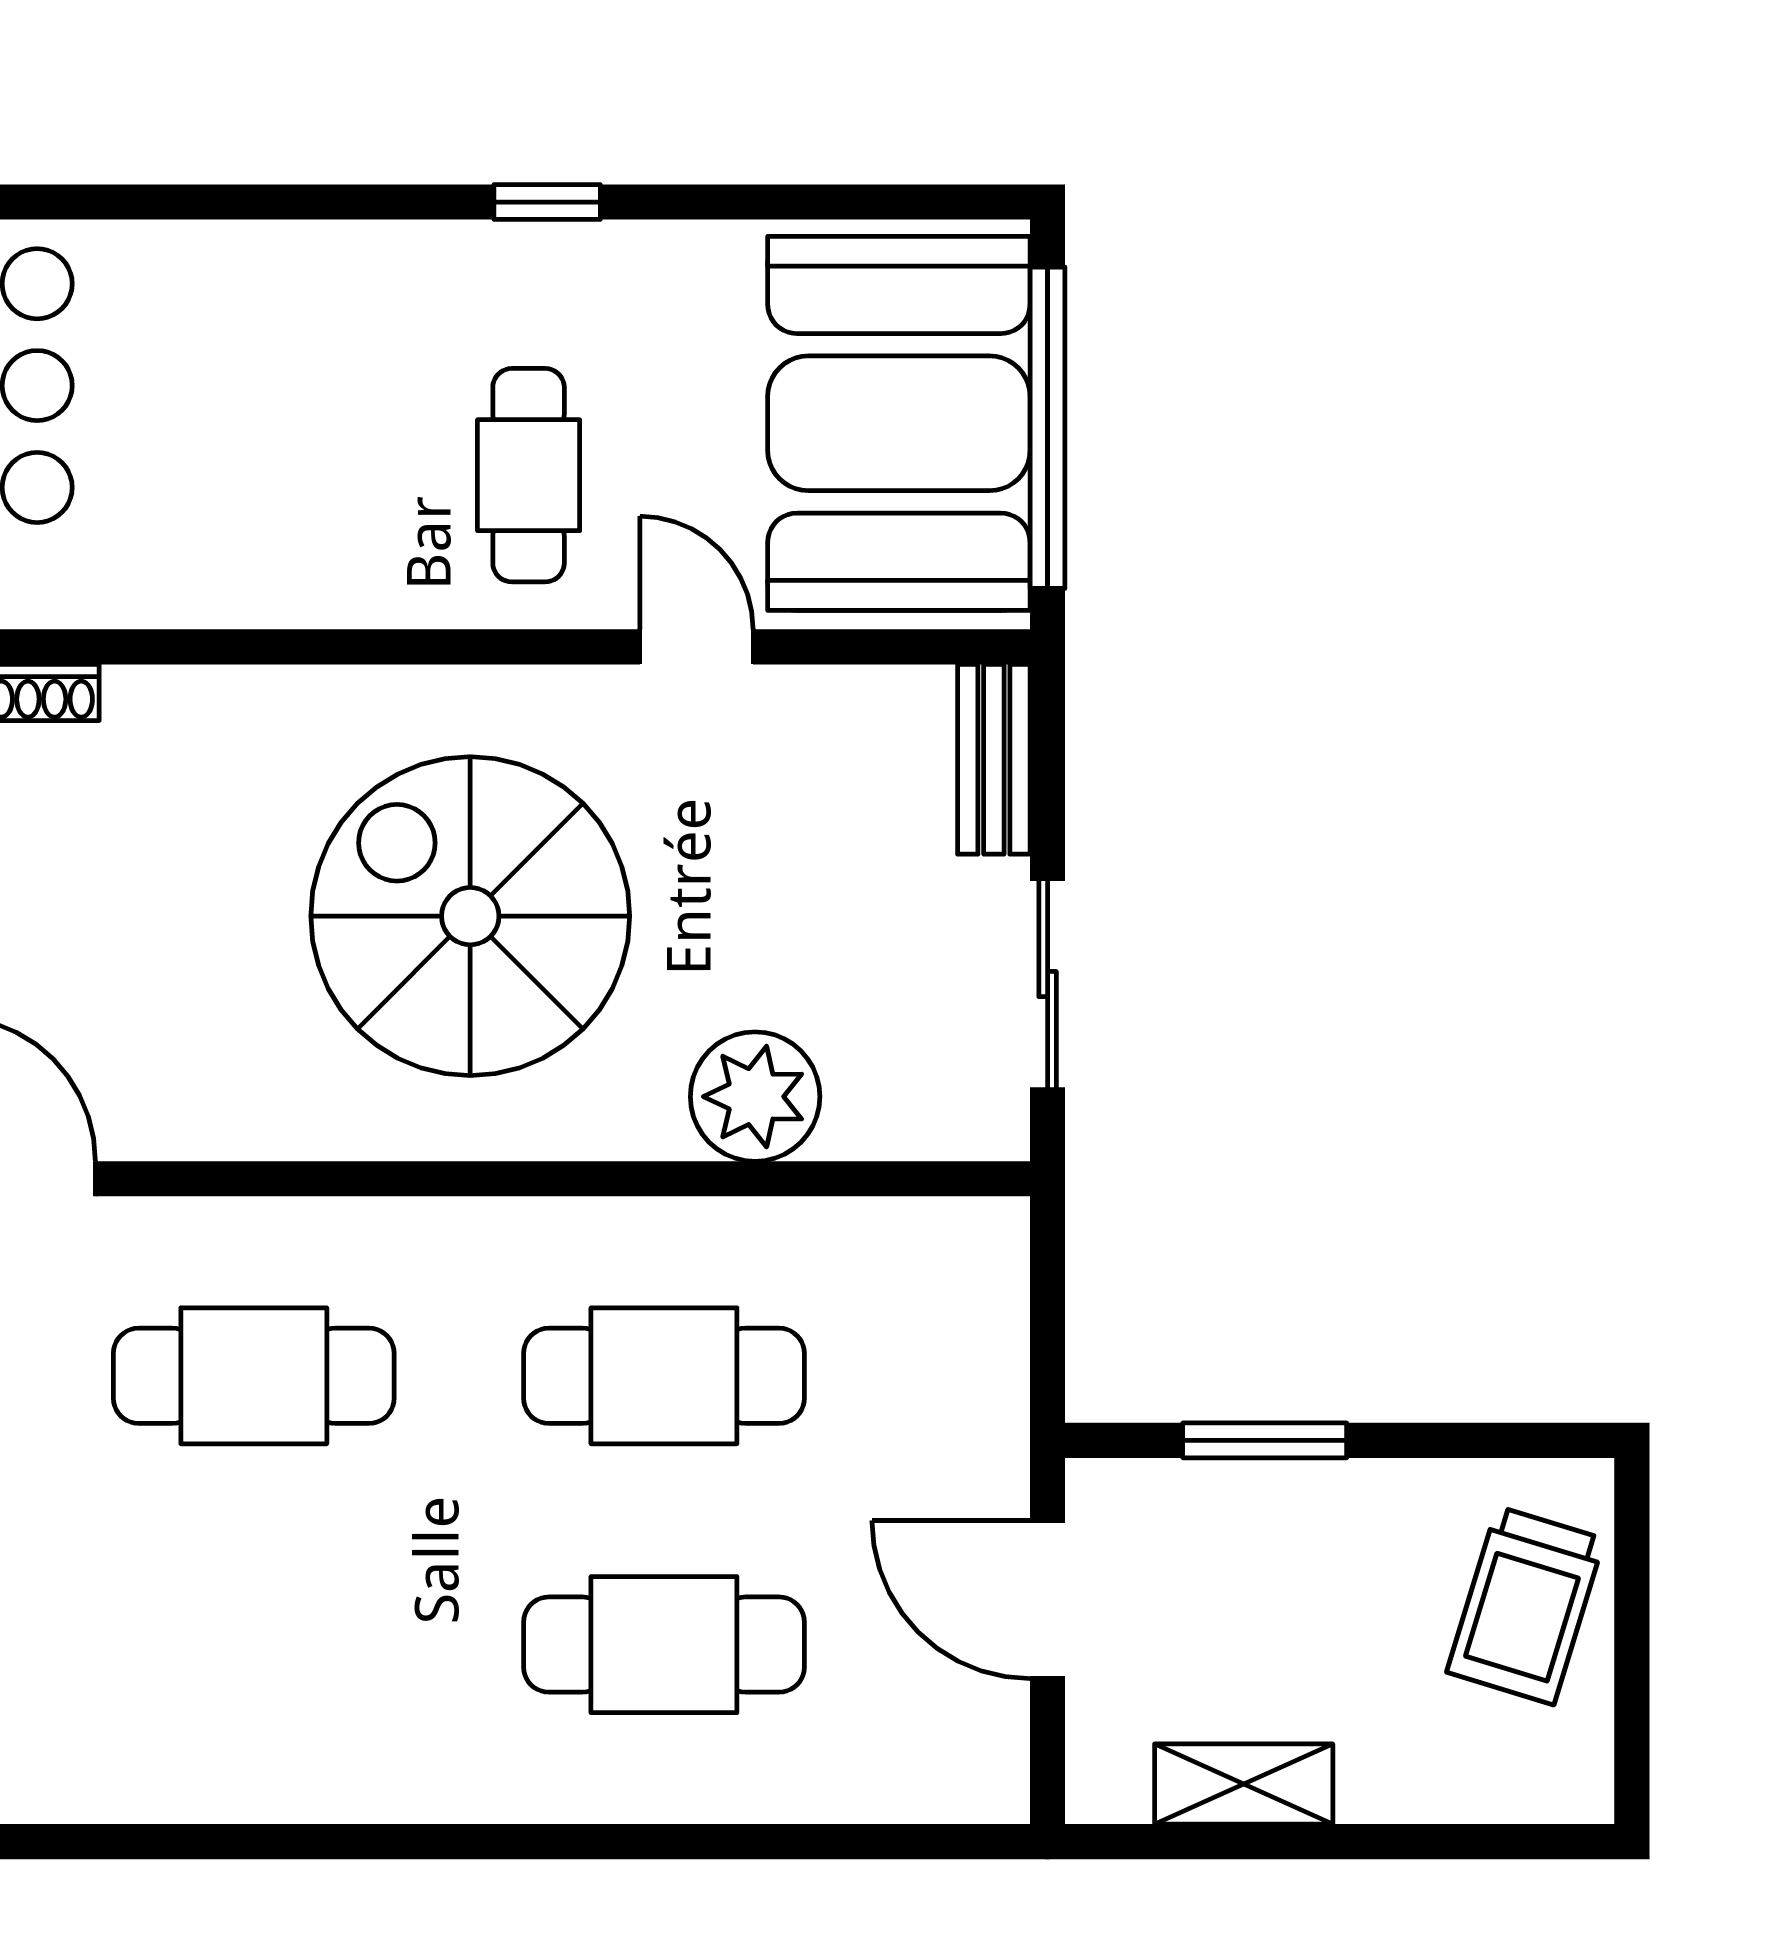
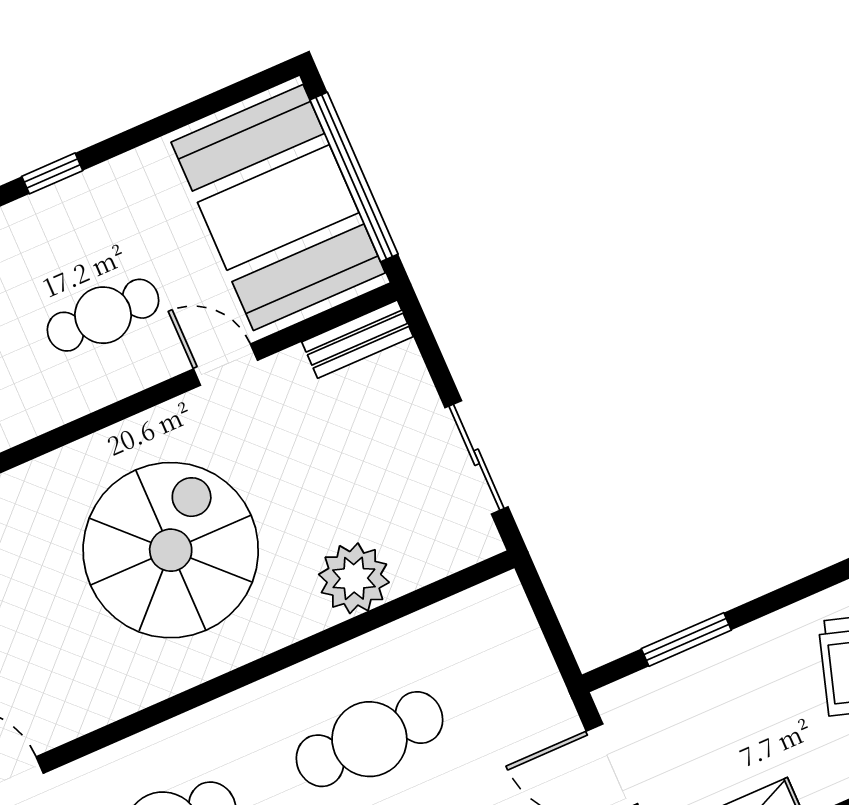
cafe table: (529, 475) -> (103, 315), turned 90
bench: (994, 759) -> (357, 339), moved, turned 90
spiral stairs: (470, 916) -> (171, 550), turned 90

